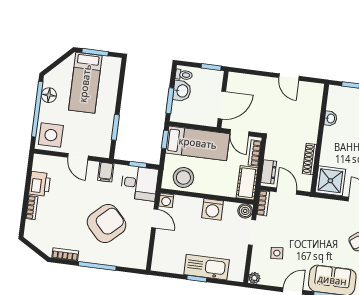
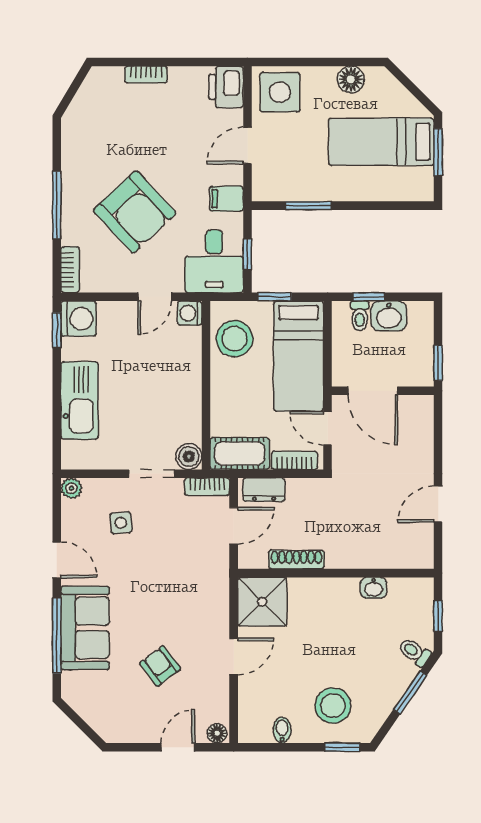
toilet: (184, 75) -> (360, 316), moved
window: (170, 101) -> (369, 297), width x0.67
window: (37, 109) -> (323, 62), removed
door: (239, 133) -> (328, 428), hinge flipped
window: (165, 139) -> (275, 297), moved
printer: (40, 184) -> (226, 87), moved, turned 90
washing machine: (213, 209) -> (79, 319), moved, turned 180
bookcase: (65, 254) -> (70, 270), moved
window: (197, 279) -> (57, 330), moved

